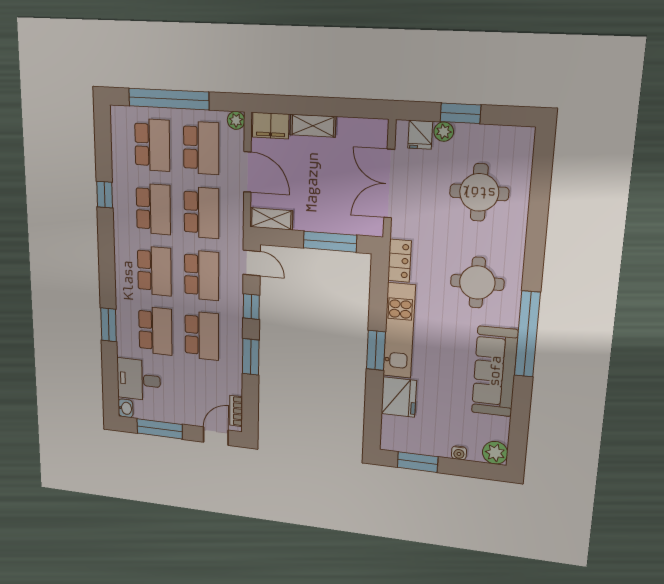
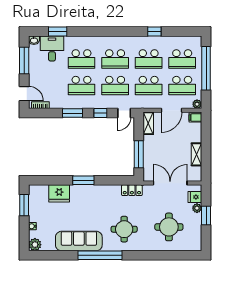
filing cabinet: (271, 126) -> (195, 118), width x0.50
shelving: (313, 126) -> (196, 154), moved
window: (109, 325) -> (58, 32), moved
kitchen unit: (399, 331) -> (95, 192), removed

